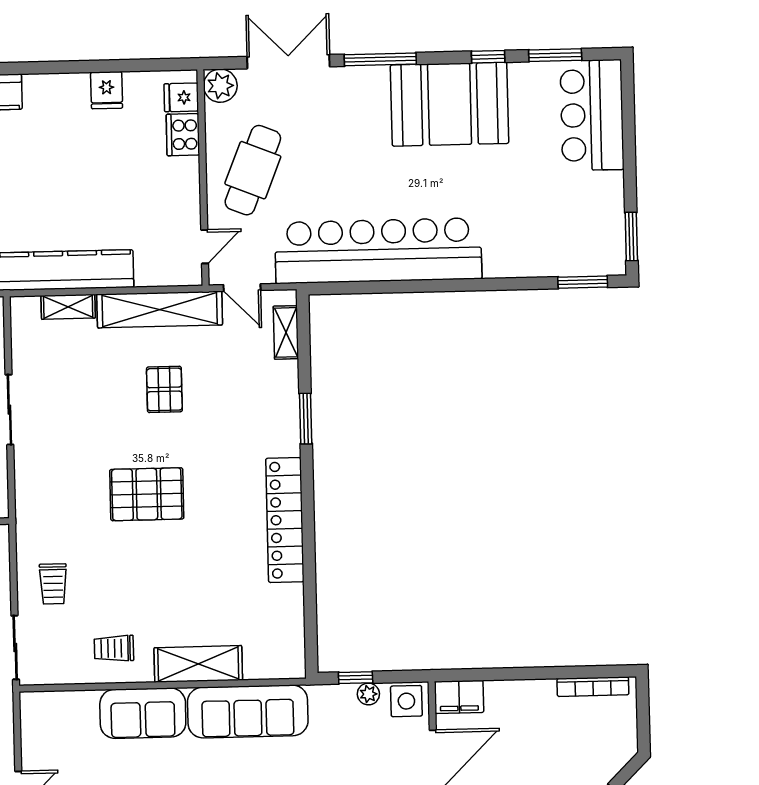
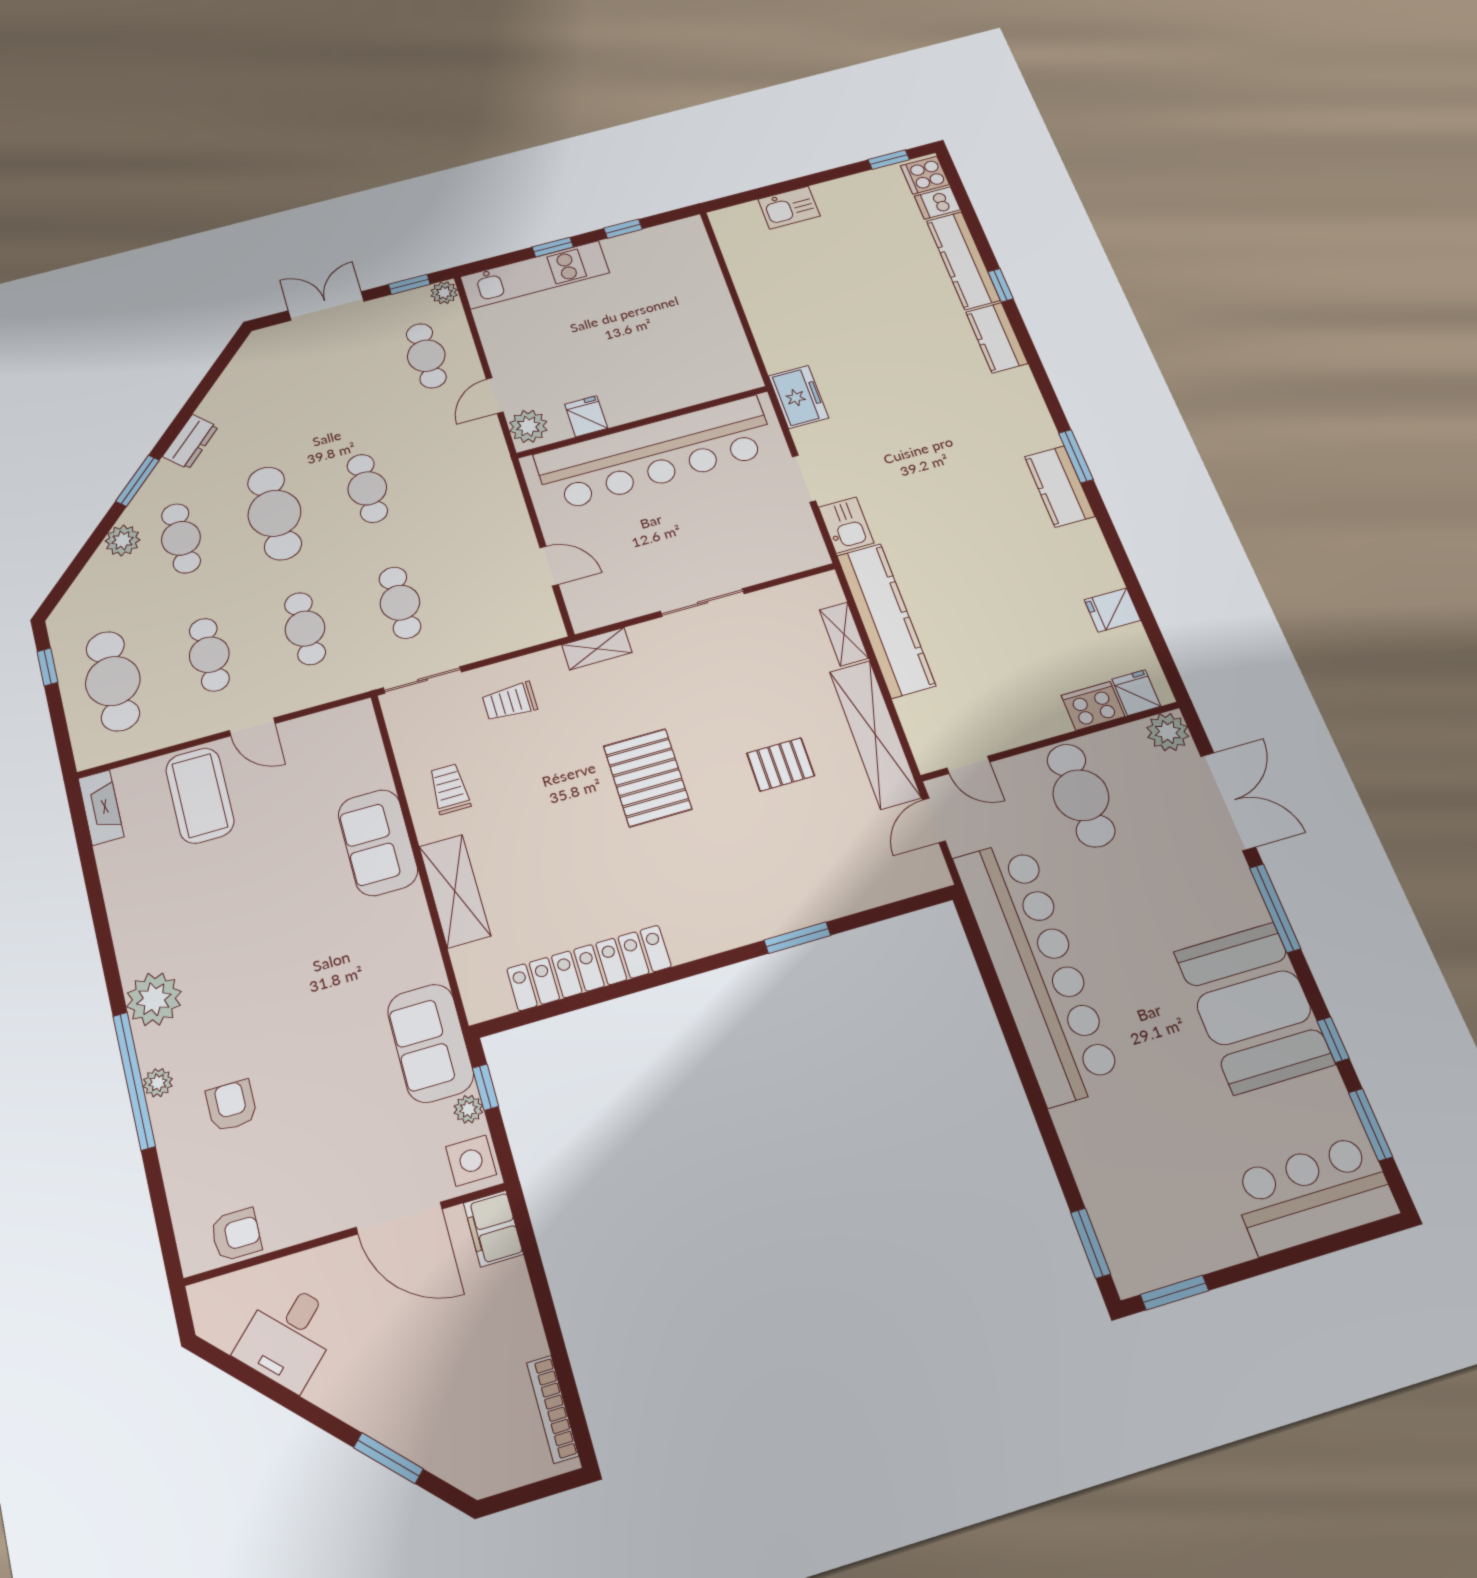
cafe table: (253, 170) -> (1081, 795), turned 68
shelving: (286, 332) -> (597, 649), moved
locker: (285, 520) -> (589, 968), moved
sofa: (248, 711) -> (430, 1043), moved, width x0.73

